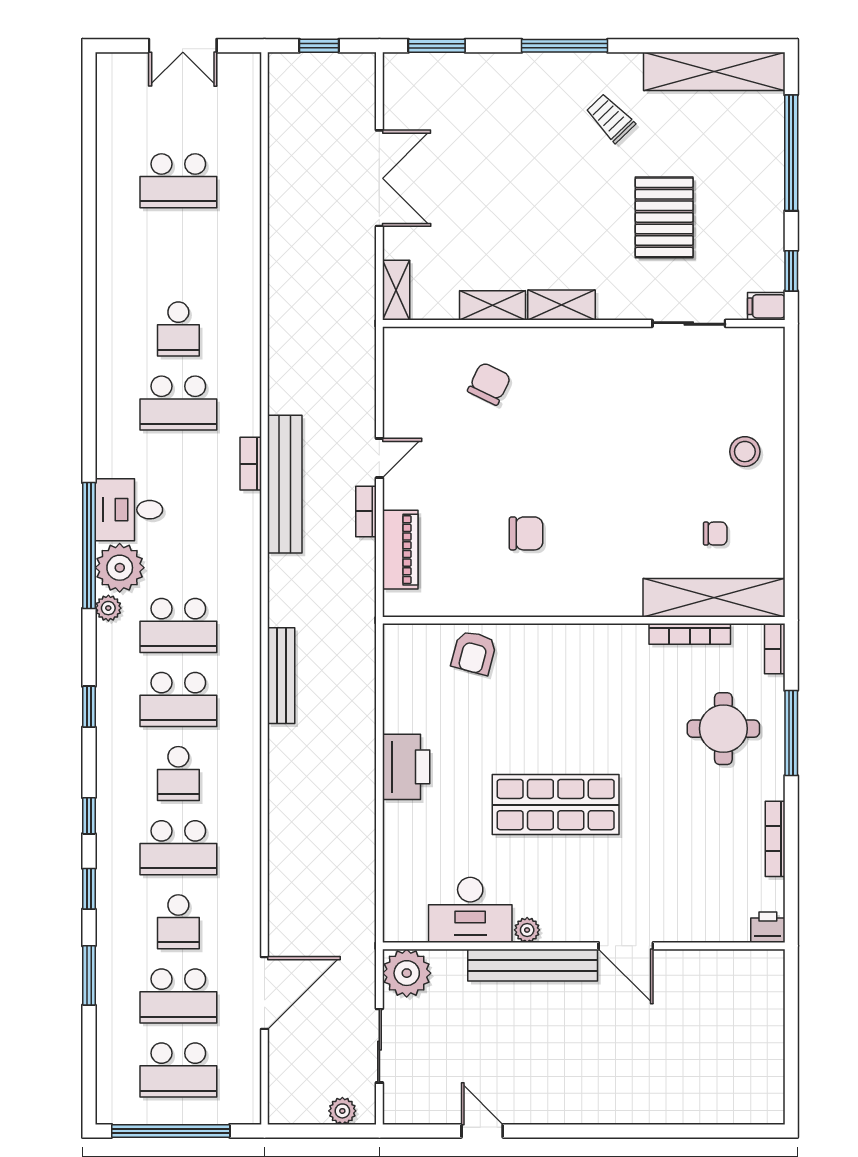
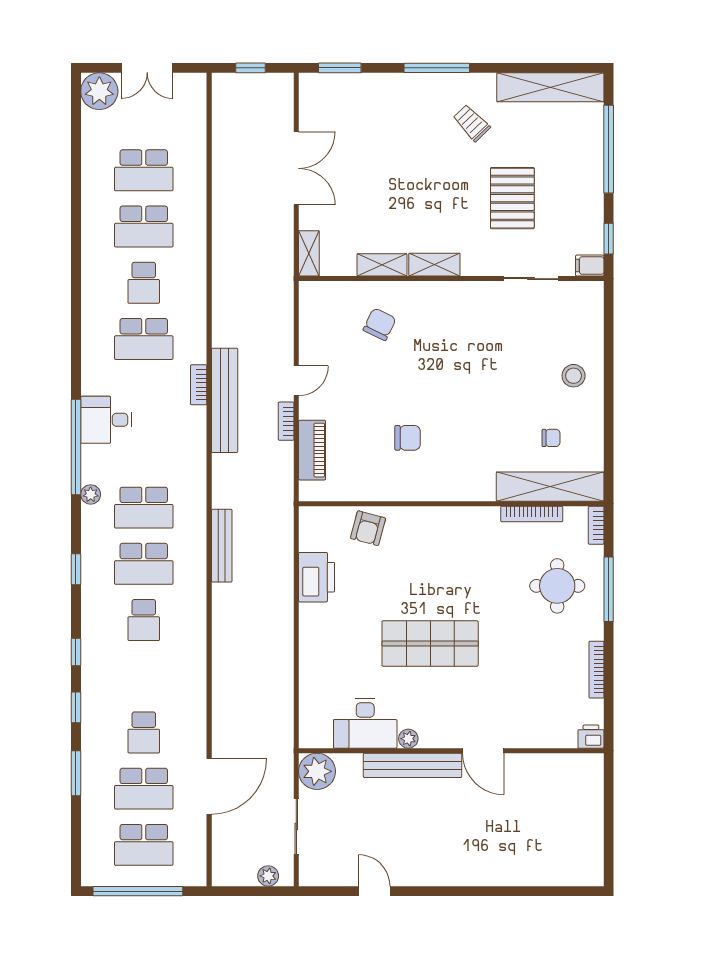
plant: (120, 568) -> (99, 91), moved
printer: (406, 767) -> (317, 577), moved
school desk: (178, 848) -> (144, 227), moved

